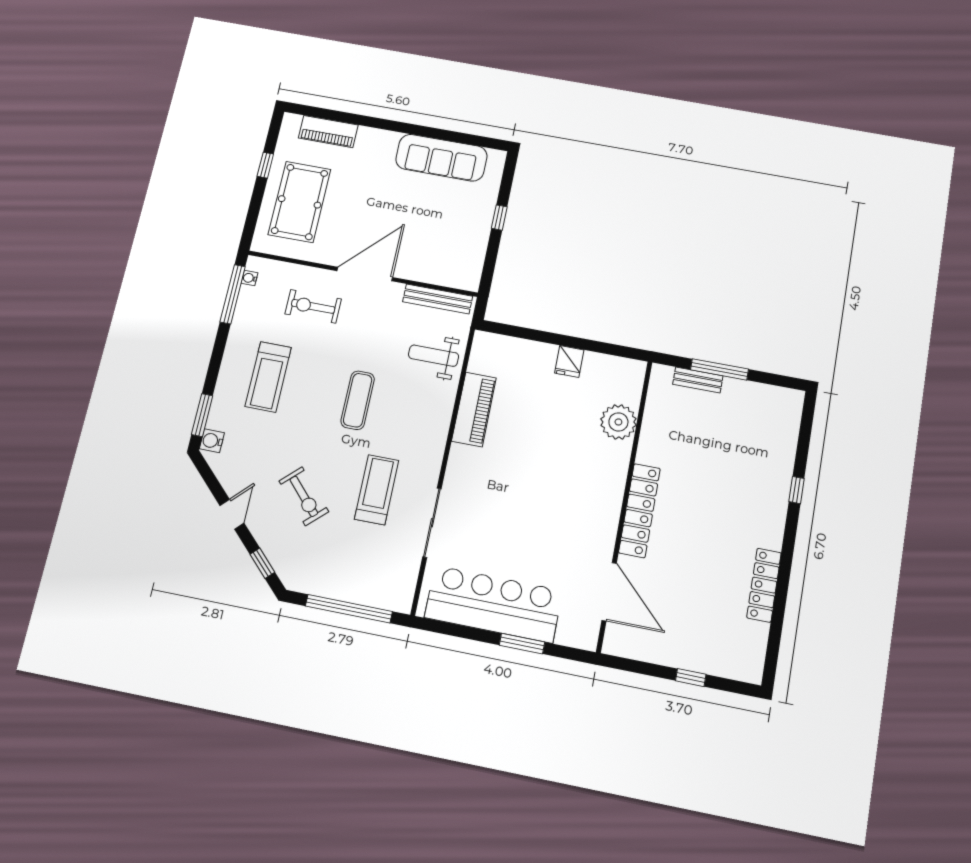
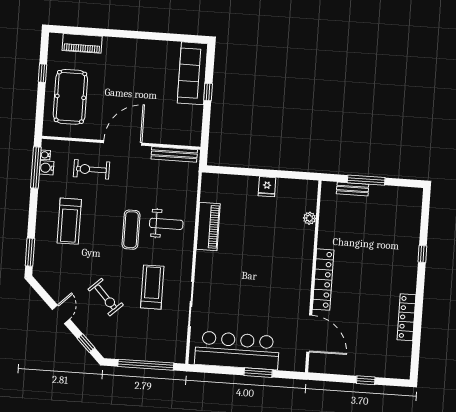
sofa: (441, 158) -> (193, 73), moved, turned 90
weight bench: (434, 356) -> (166, 224), moved, turned 180
plant: (618, 422) -> (310, 218), width x0.53, depth x0.53
water cooler: (212, 441) -> (47, 168), moved

